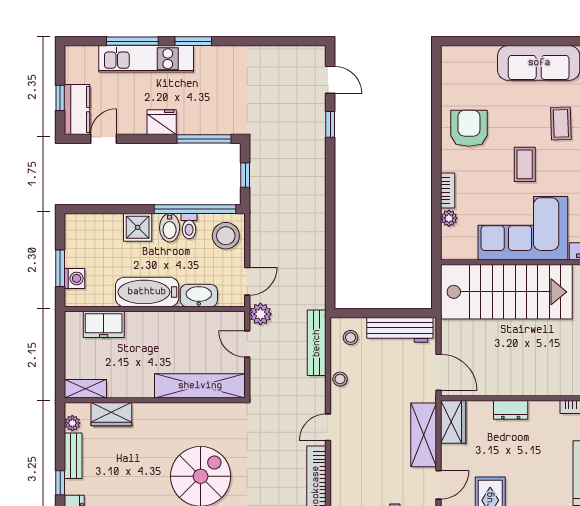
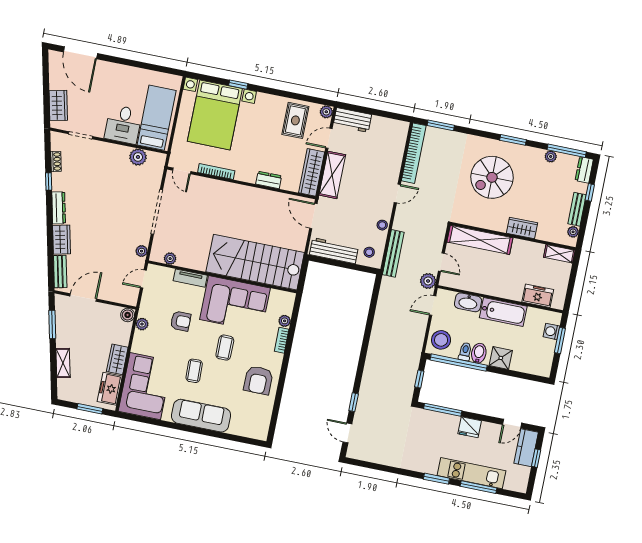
wardrobe: (111, 414) -> (522, 228), moved
wardrobe: (453, 422) -> (312, 172), width x1.50

